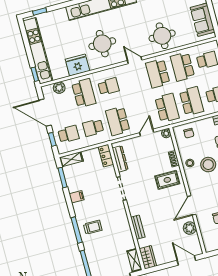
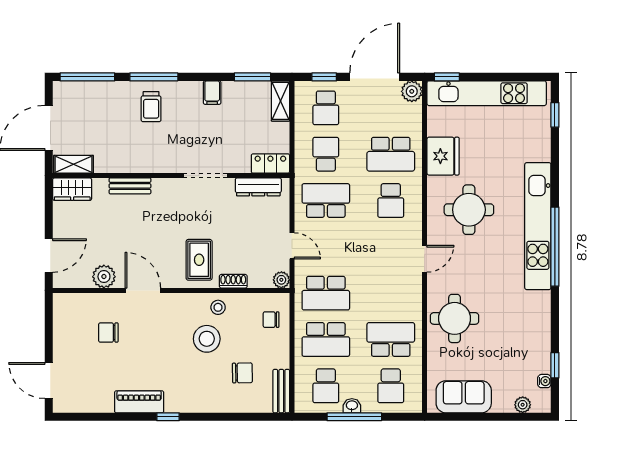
school desk: (158, 73) -> (391, 293), removed
plant: (59, 88) -> (412, 91), moved

